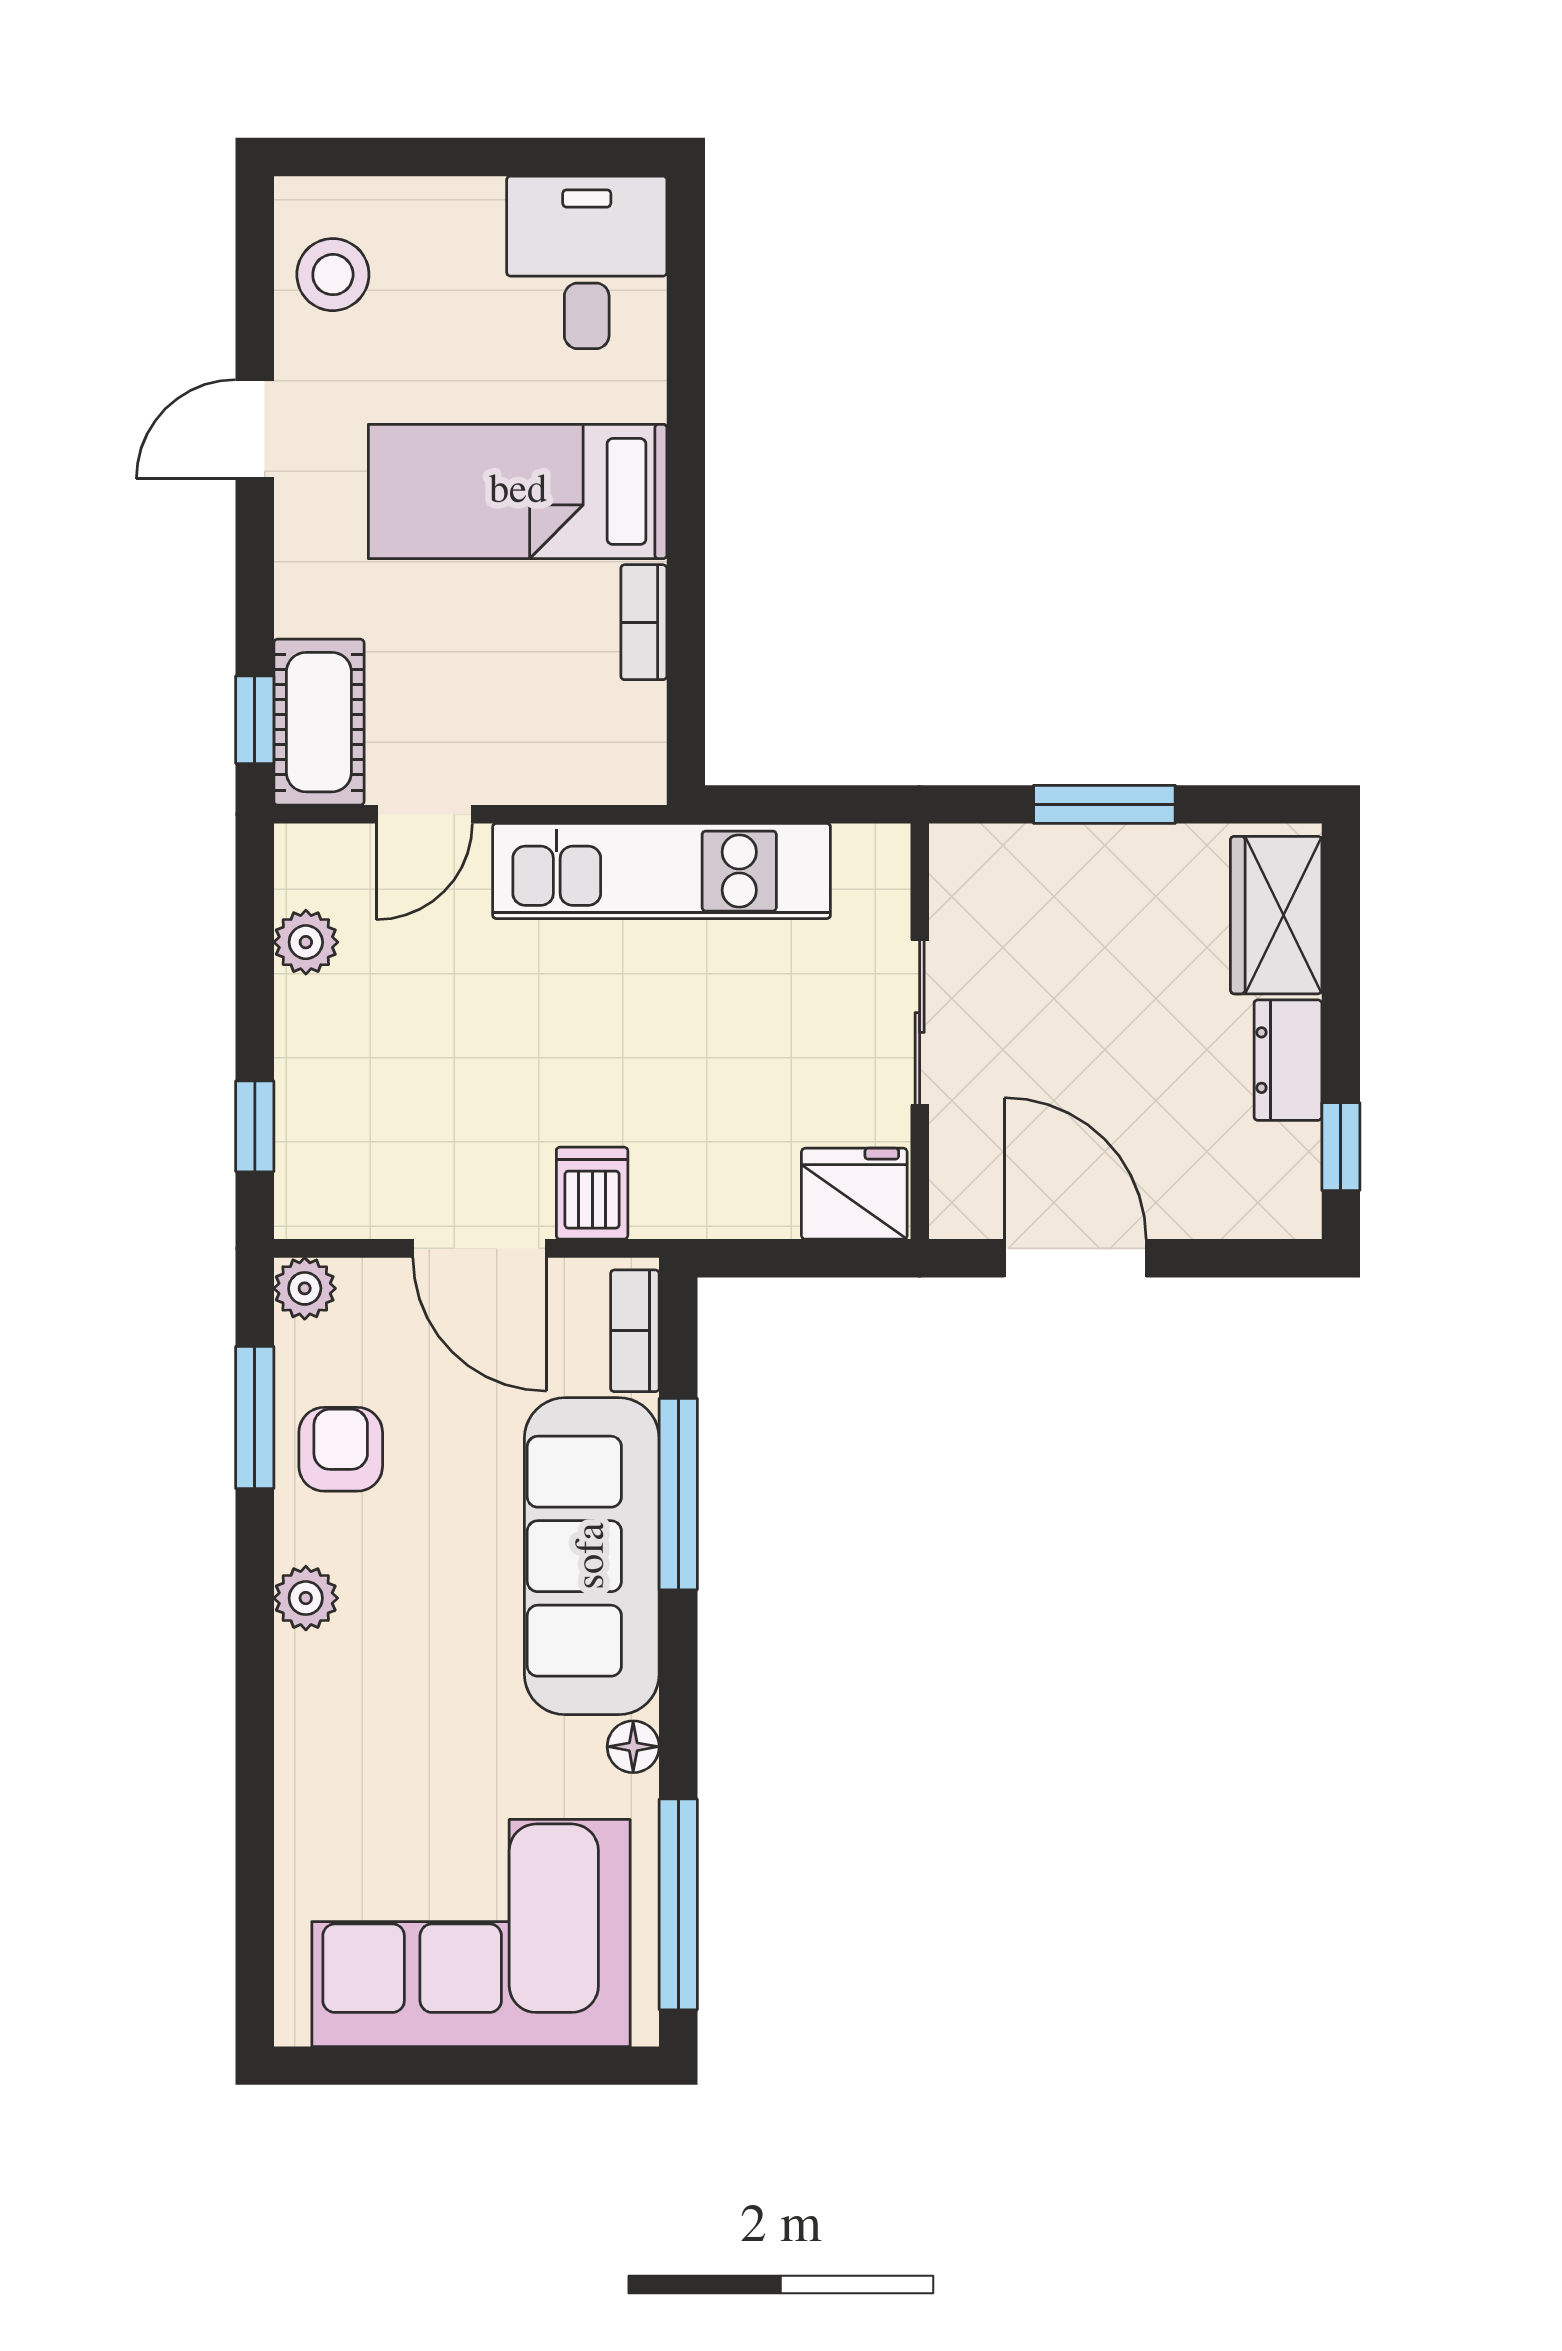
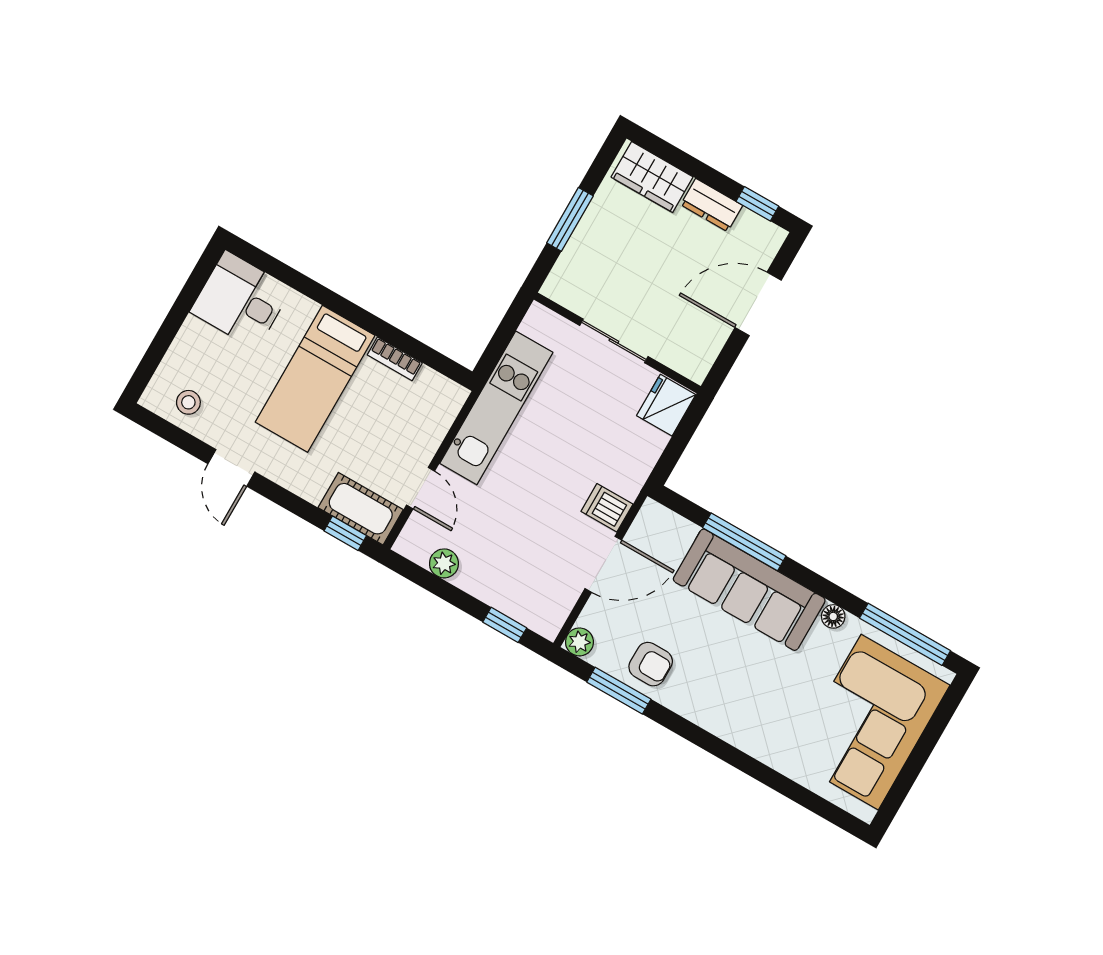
stool: (333, 275) -> (188, 402), width x0.73, depth x0.73
door: (1075, 1258) -> (758, 304), moved
bookcase: (635, 1331) -> (671, 522), removed
armchair: (341, 1449) -> (651, 664), turned 180
plant: (306, 1598) -> (701, 711), removed

